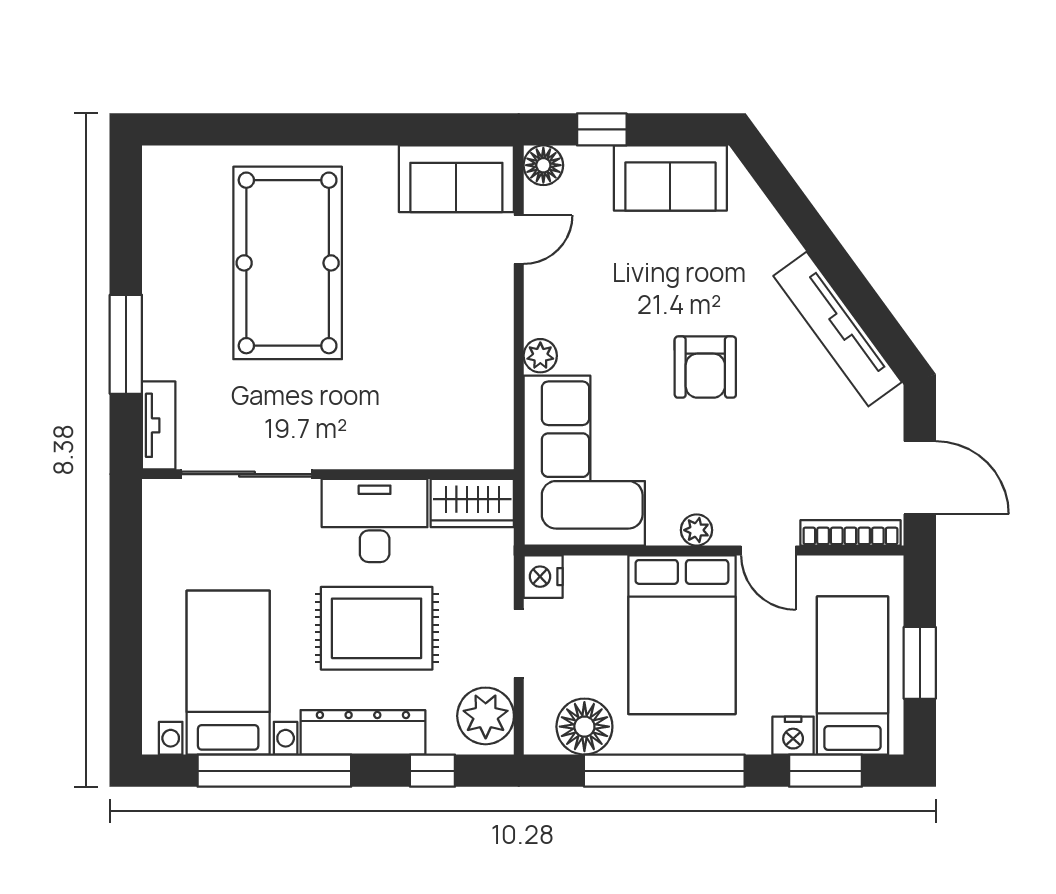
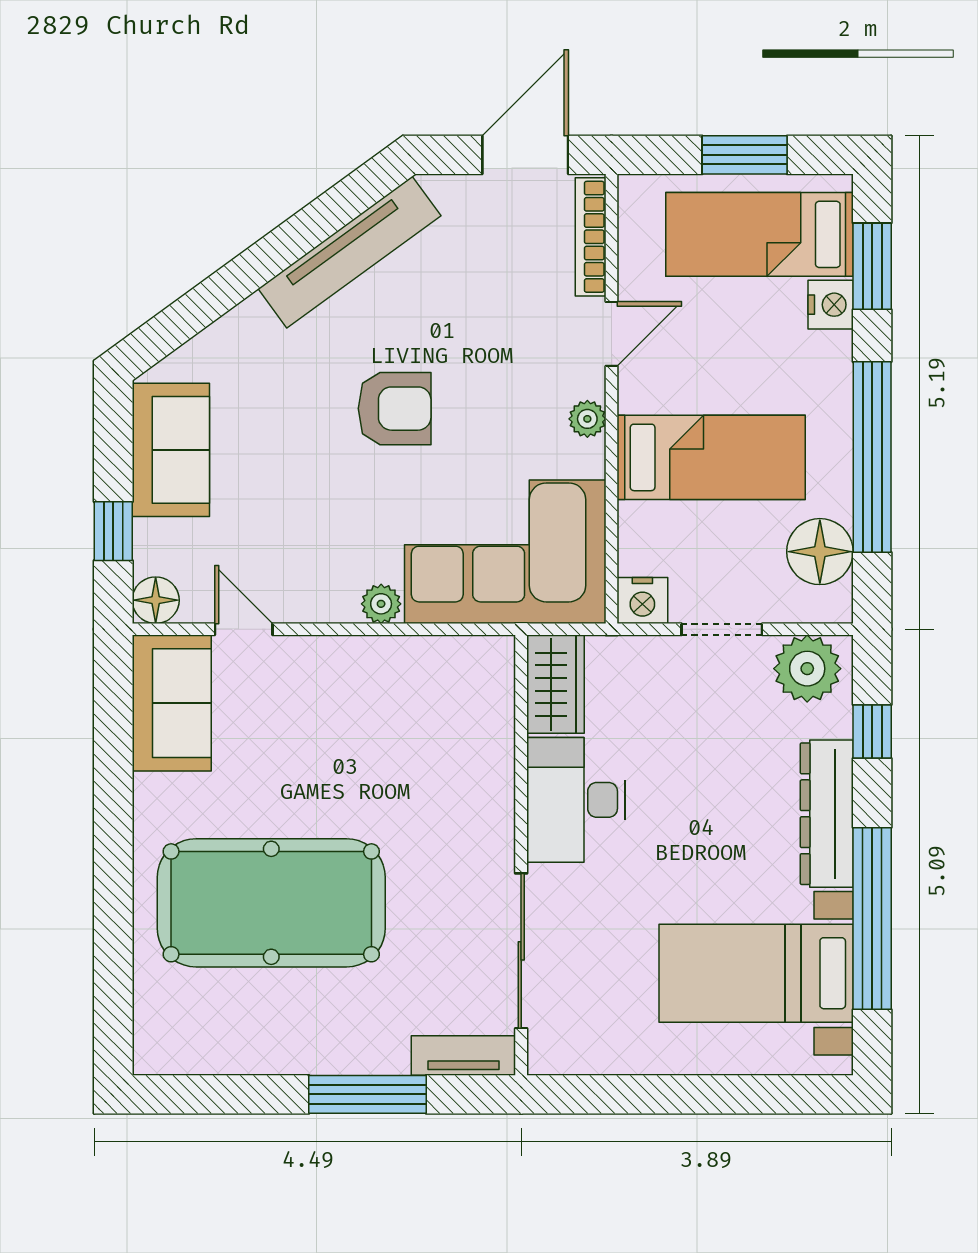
rug: (377, 628) -> (704, 798), removed
bed: (682, 635) -> (711, 457), width x0.67

